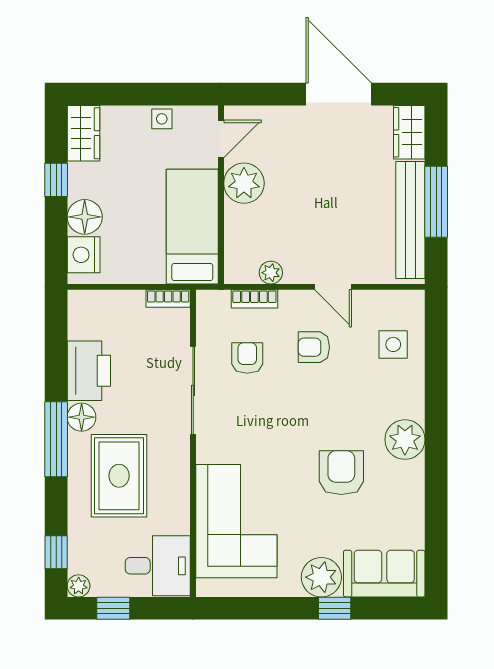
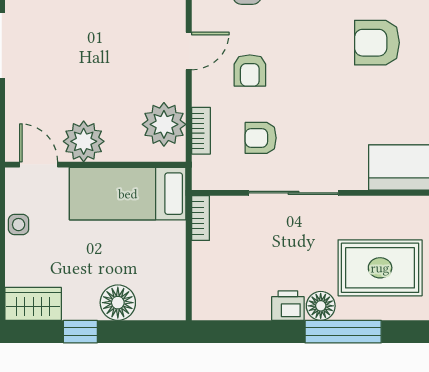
nightstand: (84, 255) -> (156, 304), removed
plant: (271, 273) -> (164, 124), width x1.88, depth x1.88
printer: (89, 371) -> (288, 306), width x0.53, depth x0.68

